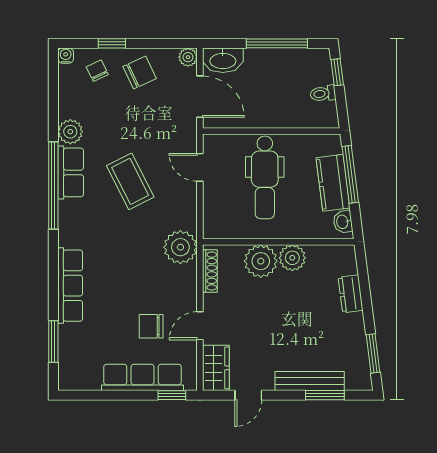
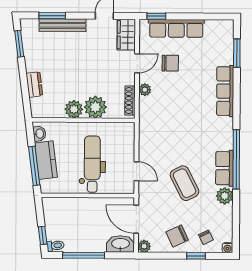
toilet: (323, 94) -> (55, 246), moved
coffee table: (130, 181) -> (184, 183), moved
plant: (180, 247) -> (145, 90), moved, width x0.53, depth x0.53

